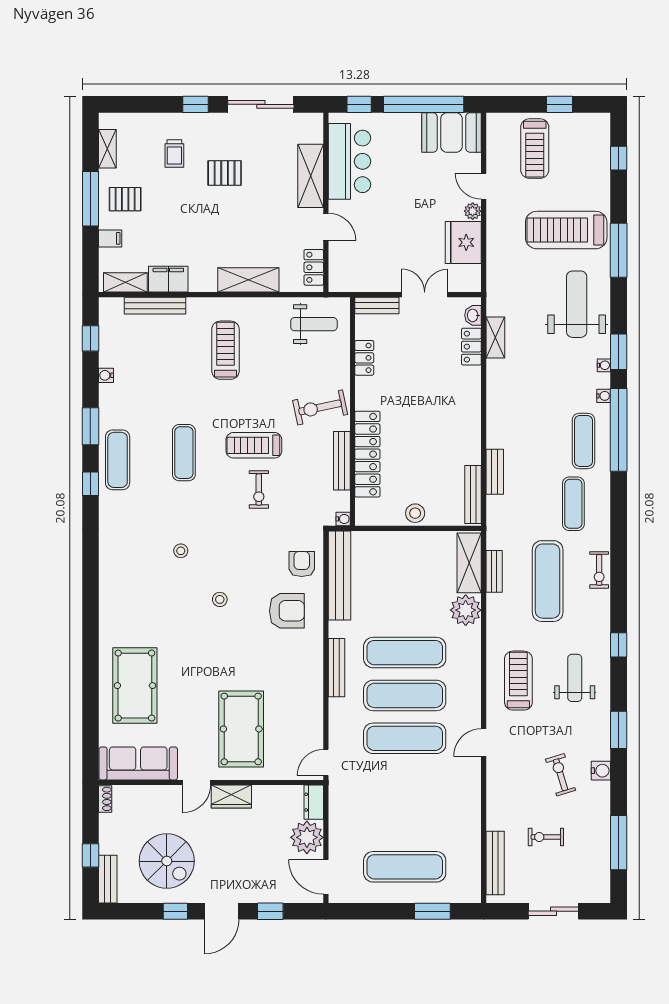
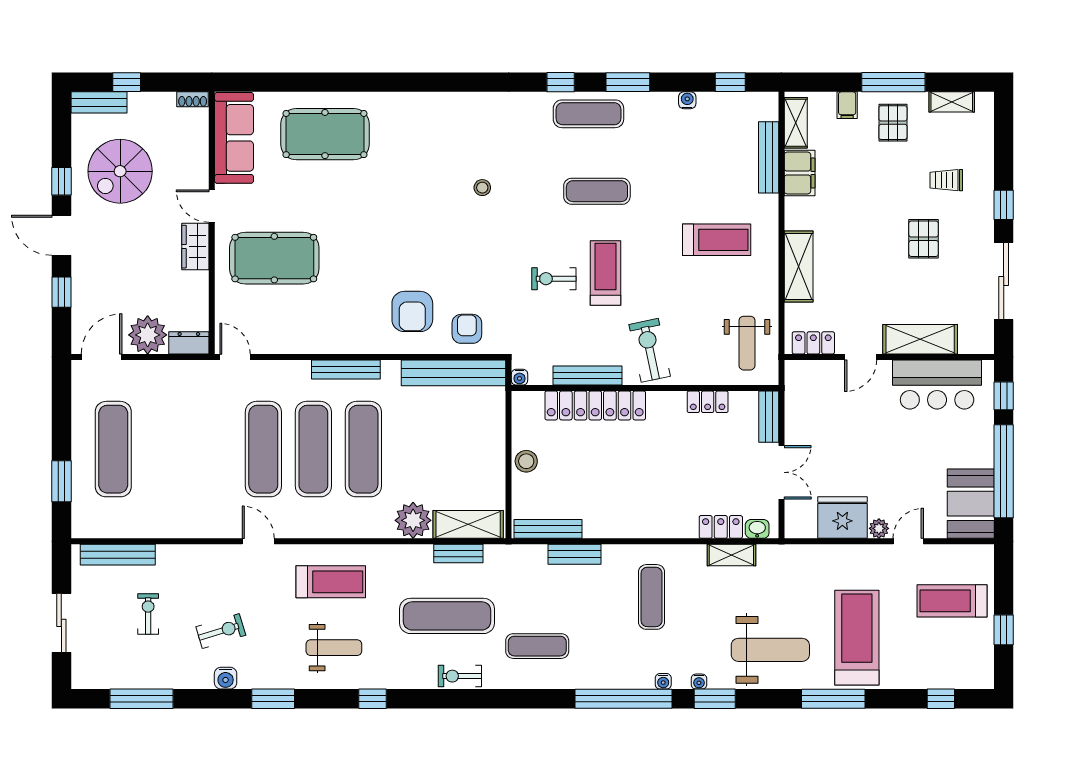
exercise mat: (583, 441) -> (652, 597), moved, turned 90
armchair: (302, 564) -> (467, 329), turned -90
stool: (220, 599) -> (426, 233), removed

